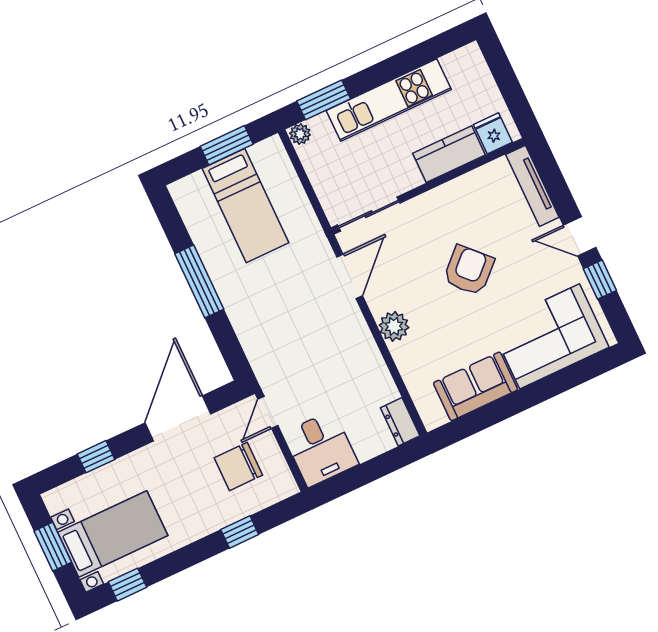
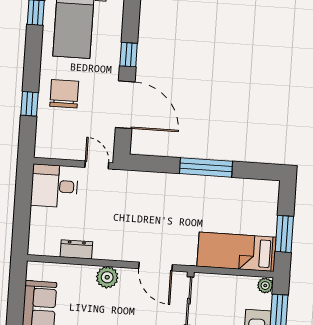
bed: (246, 206) -> (237, 252), moved
dresser: (400, 422) -> (76, 249), moved
window: (96, 457) -> (129, 55), moved
chair: (238, 466) -> (64, 94), moved

